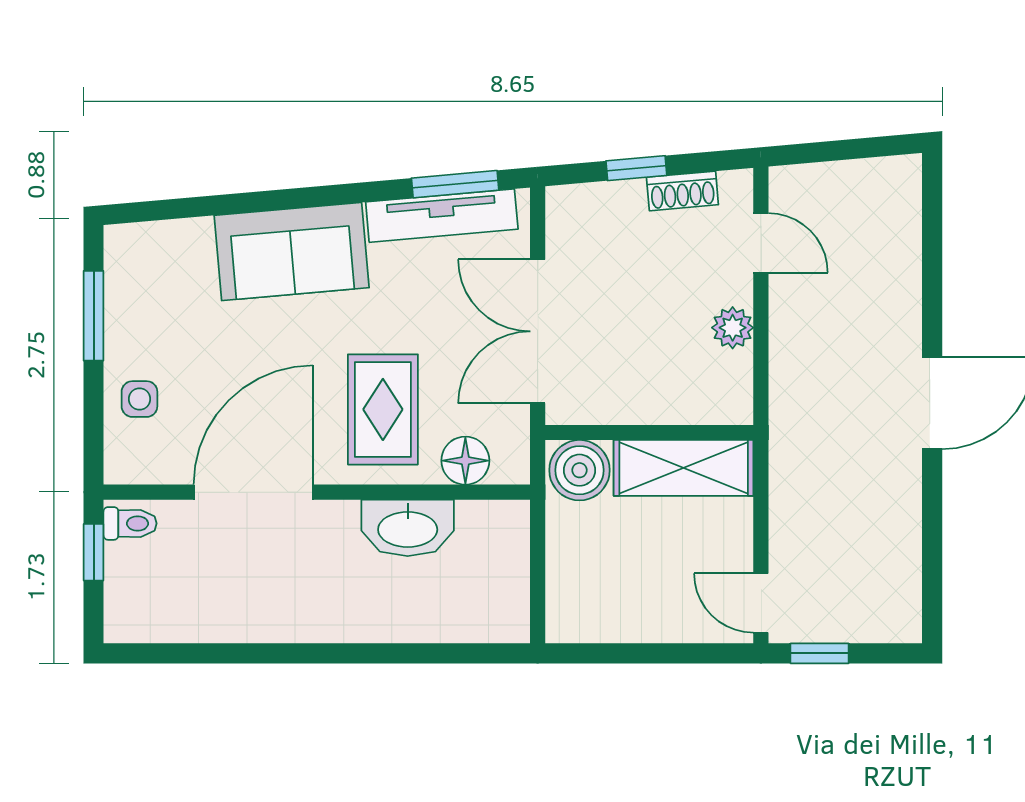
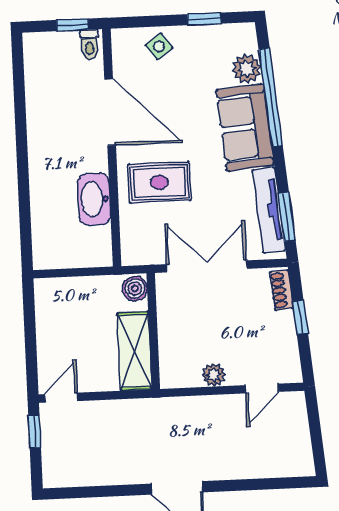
shoe rack: (682, 191) -> (281, 290), moved
window: (240, 203) -> (271, 98), added
plant: (186, 244) -> (247, 69), added
window: (94, 316) -> (204, 19), width x0.67
side table: (139, 399) -> (159, 46), turned -36
floor lamp: (465, 461) -> (133, 229), removed
boiler: (580, 470) -> (135, 289), width x0.73, depth x0.73

